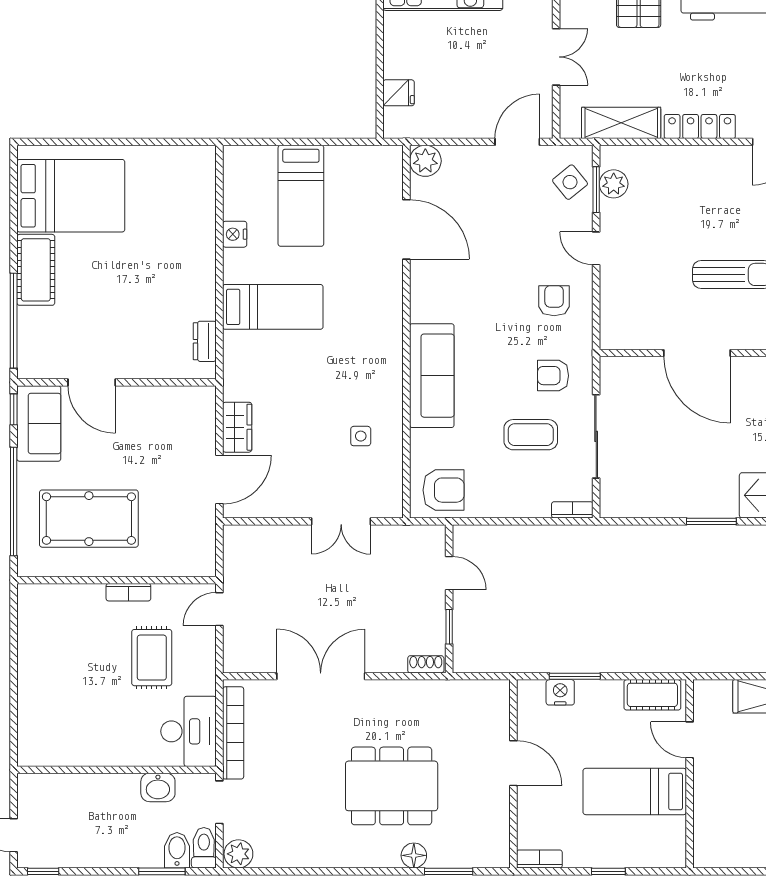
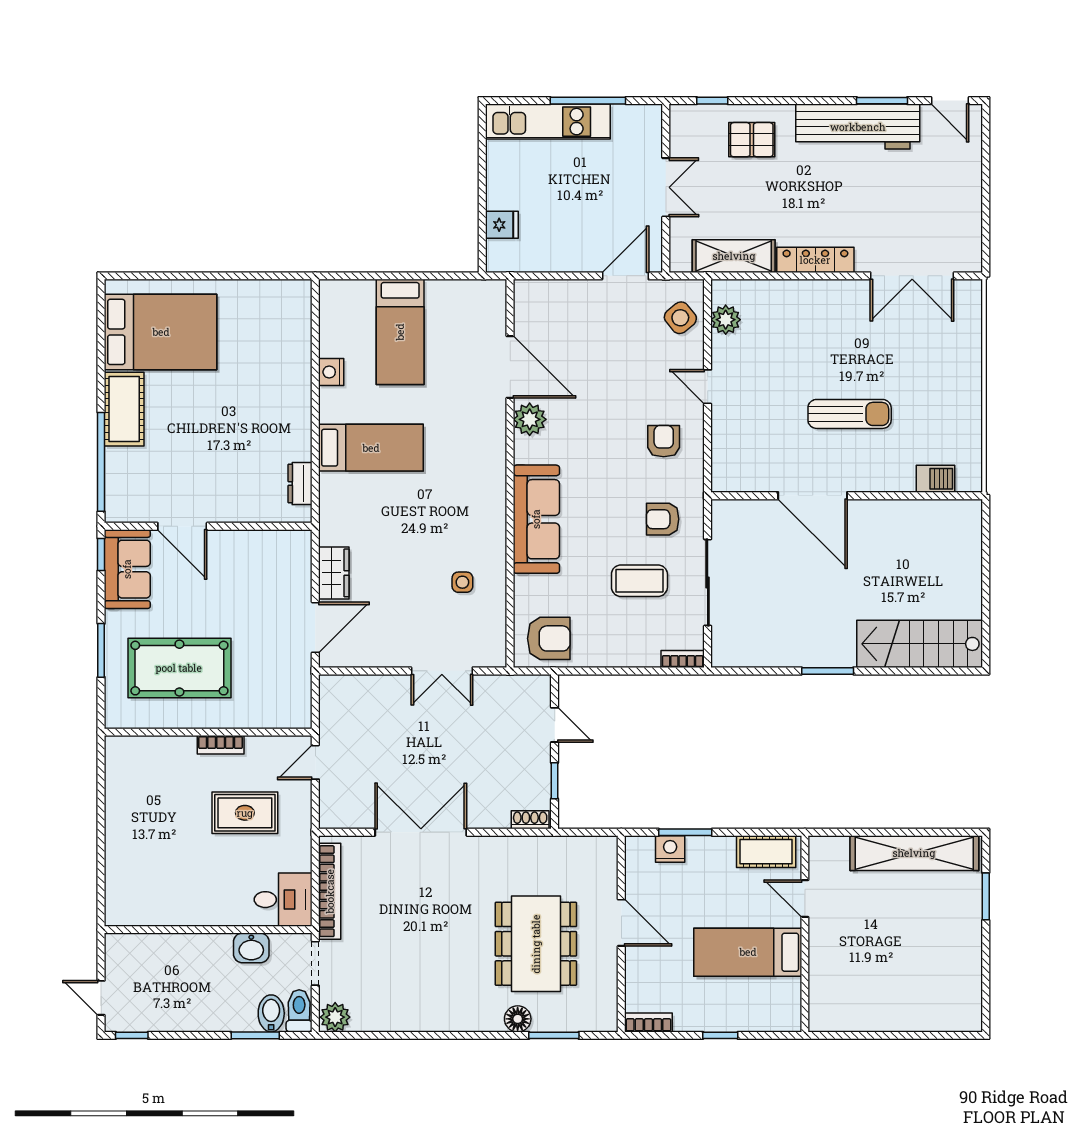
plant: (425, 161) -> (530, 419), moved
window: (596, 190) -> (708, 326), removed
window: (14, 502) -> (101, 650), width x0.47
rug: (152, 658) -> (245, 813), turned 90
desk: (189, 731) -> (283, 900), width x0.73
dining table: (392, 786) -> (536, 944), moved, turned 90

